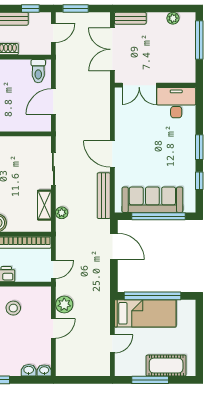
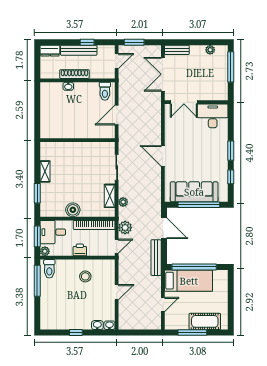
window: (30, 9) -> (87, 42), moved
bench: (104, 196) -> (156, 258), moved
plant: (64, 305) -> (125, 228), moved

